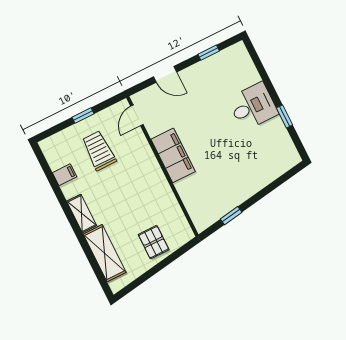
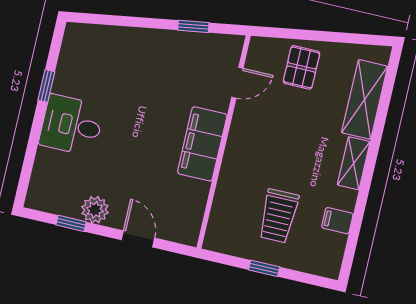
plant: (202, 71) -> (95, 210), added
door: (137, 115) -> (237, 83), moved

